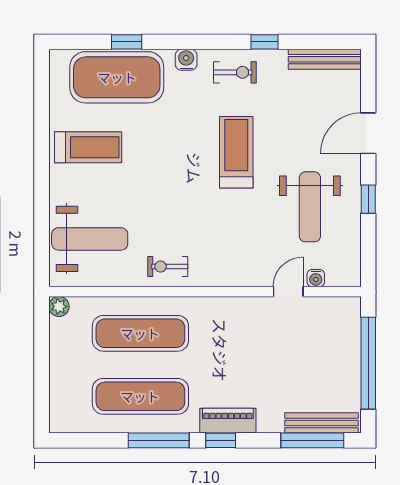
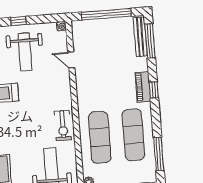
weight bench: (310, 207) -> (25, 52), turned 90
exercise bike: (168, 266) -> (63, 126), width x1.38, depth x1.39
water cooler: (316, 278) -> (61, 26), moved
window: (159, 440) -> (159, 154), moved

